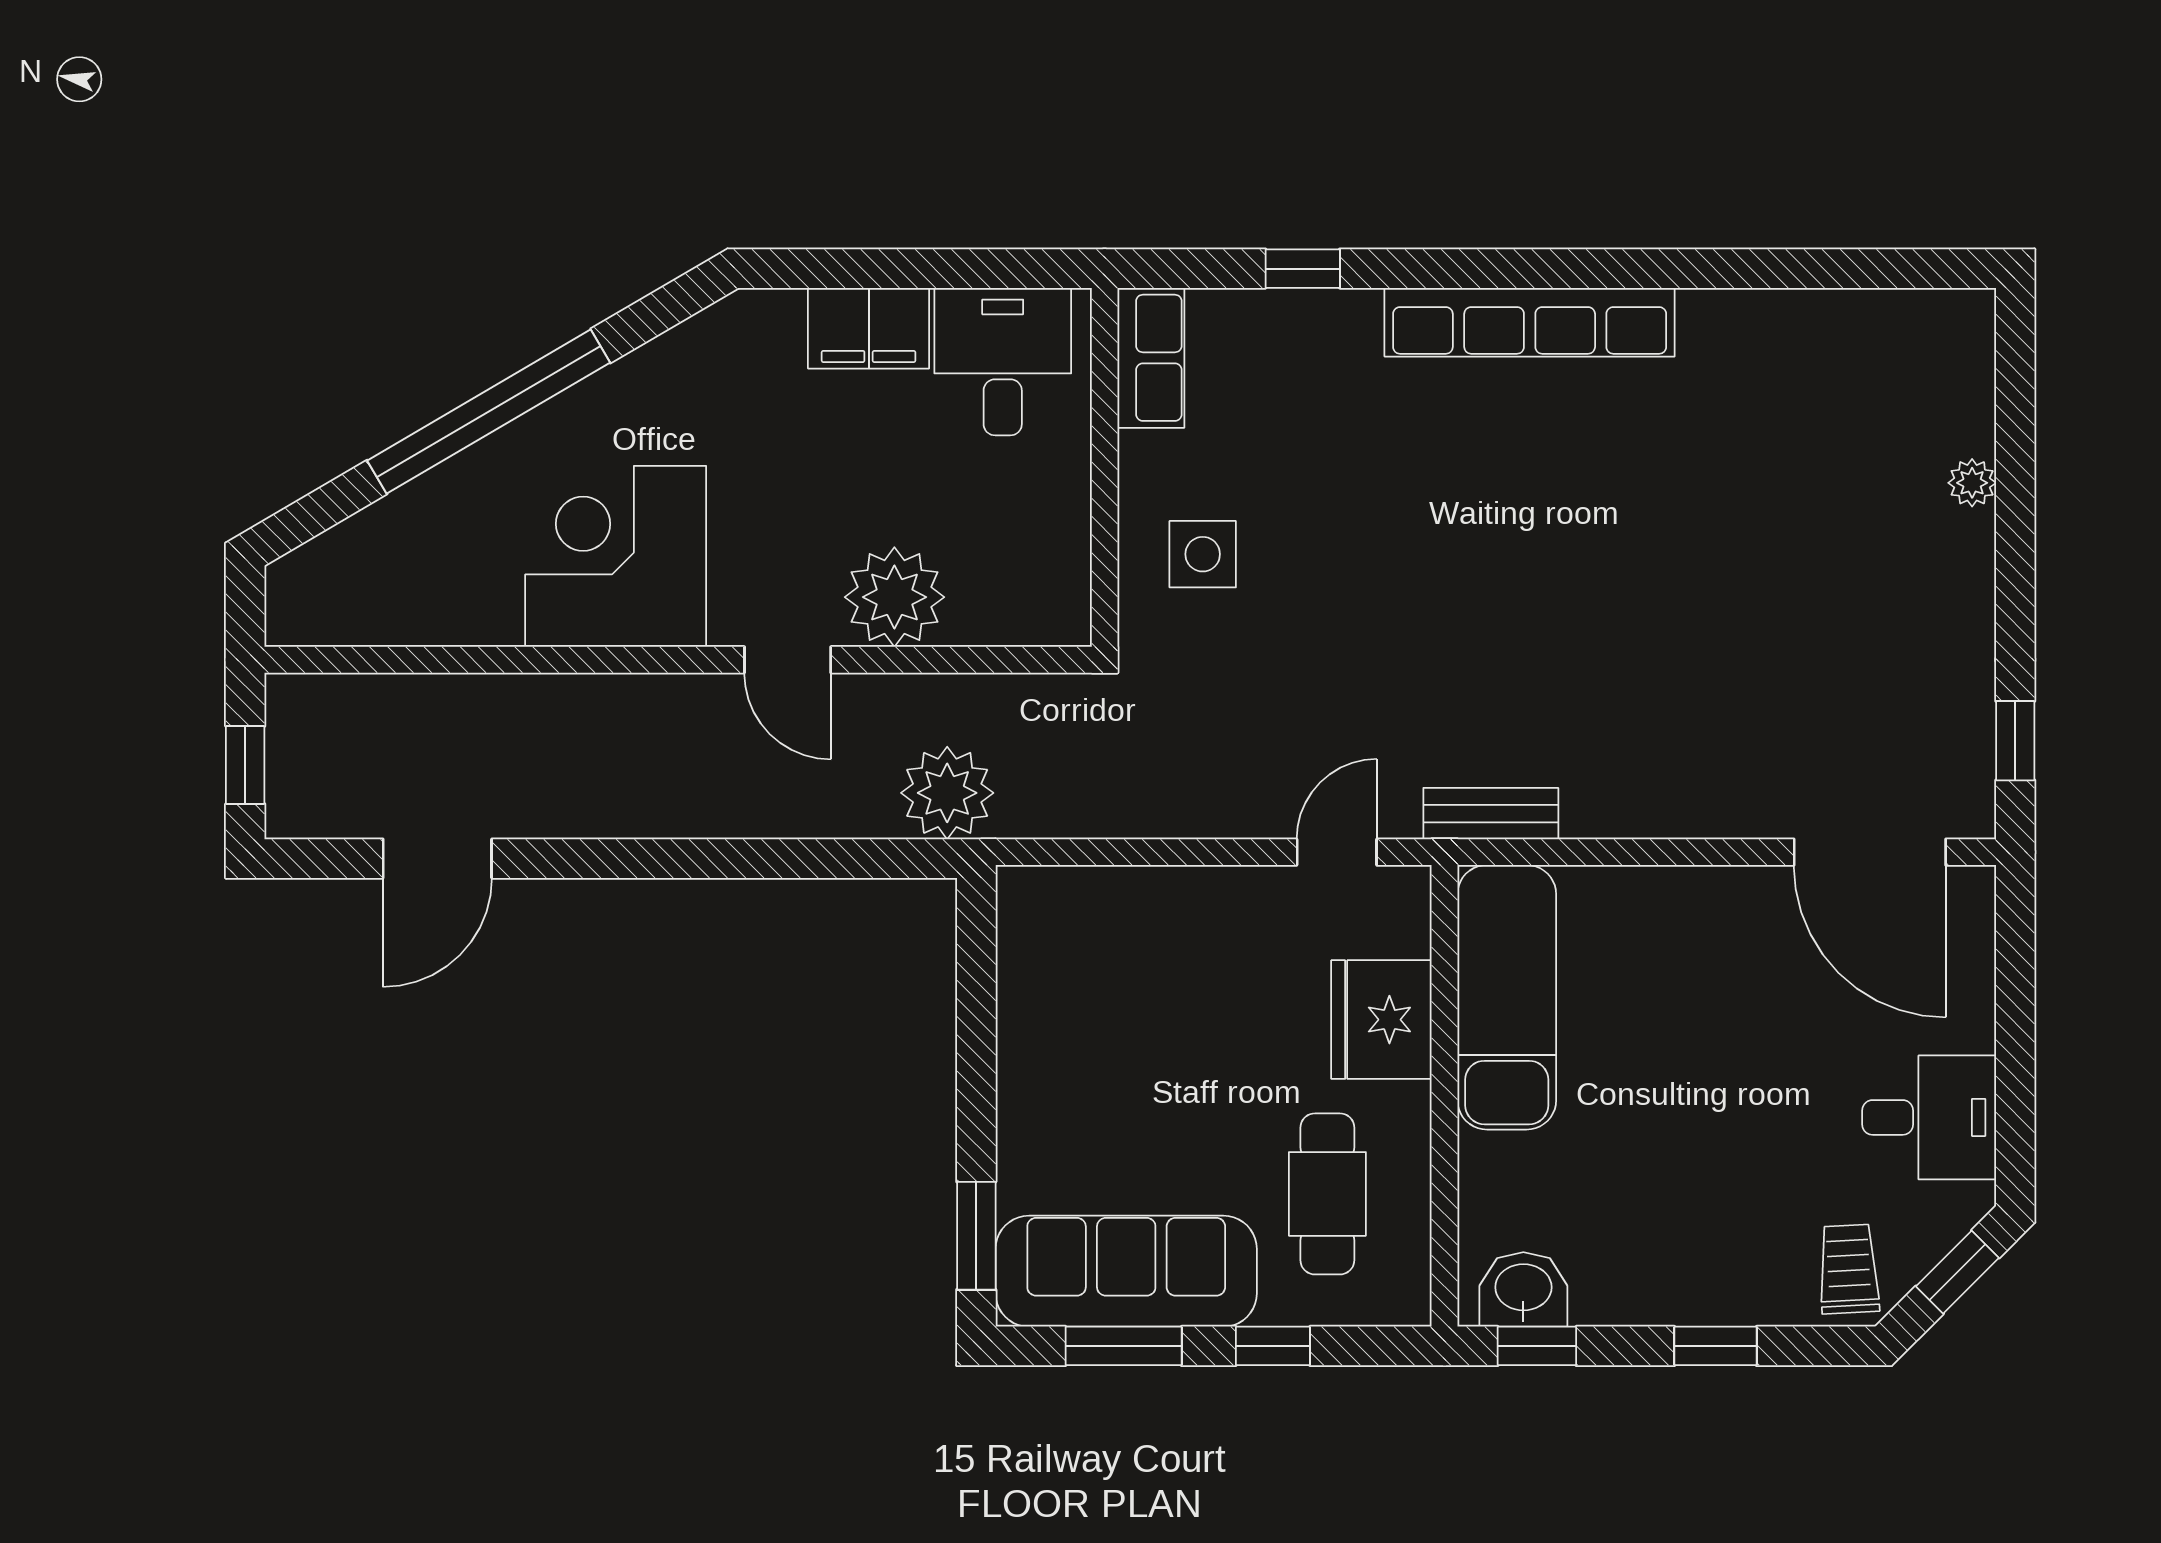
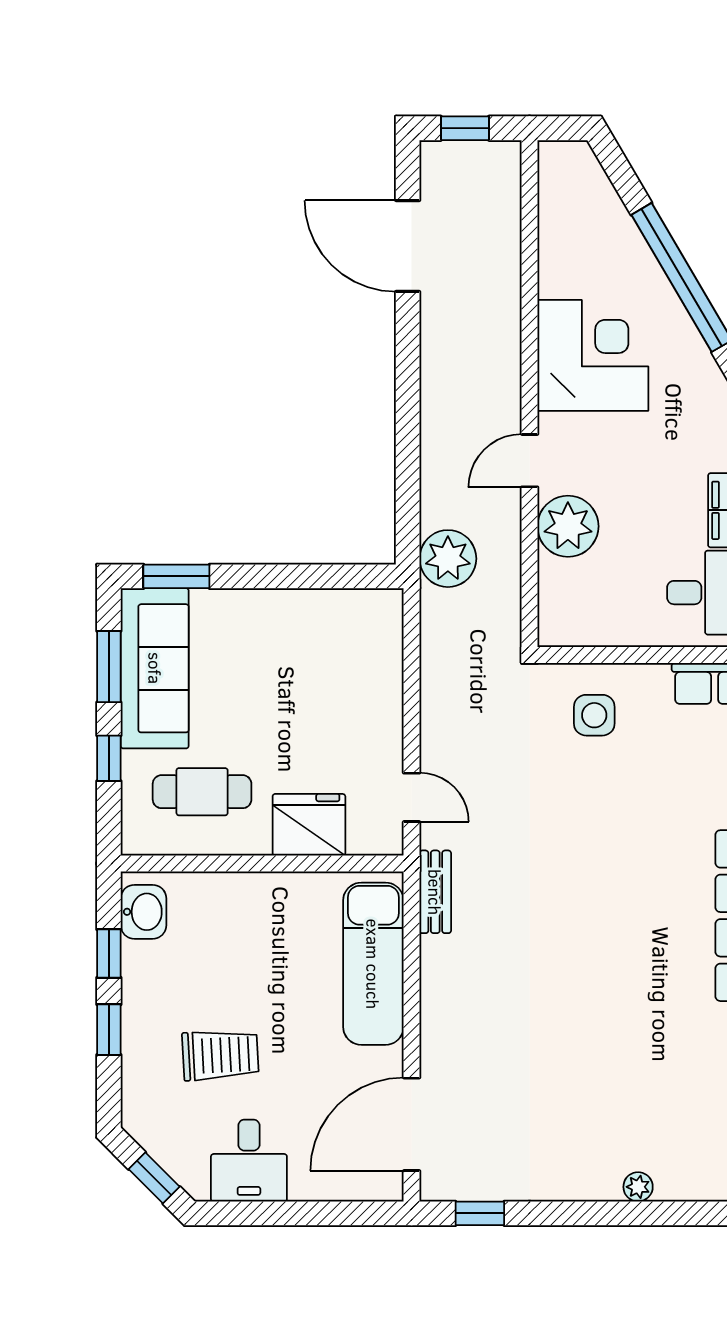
door: (437, 859) -> (408, 246), width x1.36
exam couch: (1507, 997) -> (373, 964), moved, turned 90
trolley: (1849, 1269) -> (220, 1055), moved, width x1.36, depth x1.39
window: (1537, 1346) -> (109, 953), moved

